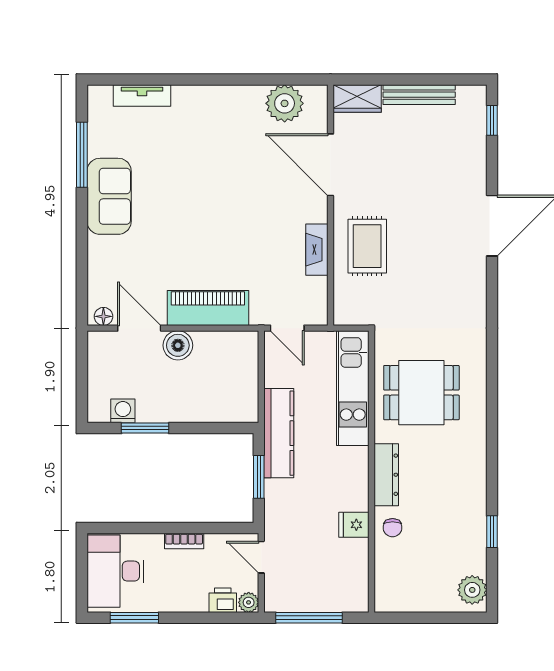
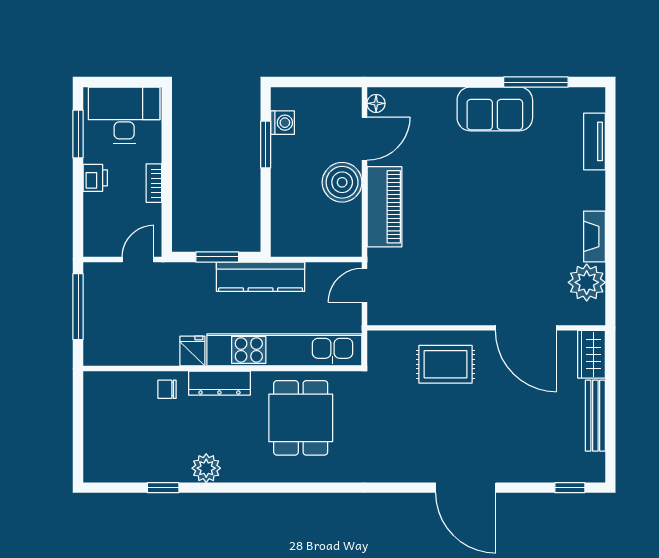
door: (330, 165) -> (526, 328), swing flipped
fireplace: (317, 250) -> (594, 236), moved, turned -90
boiler: (178, 345) -> (342, 182), width x1.37, depth x1.37
kitchen unit: (353, 388) -> (284, 350), width x1.36
fridge: (354, 525) -> (192, 351), moved
plant: (472, 590) -> (206, 468), moved
printer: (223, 600) -> (95, 178), moved
plant: (249, 602) -> (93, 247), removed

